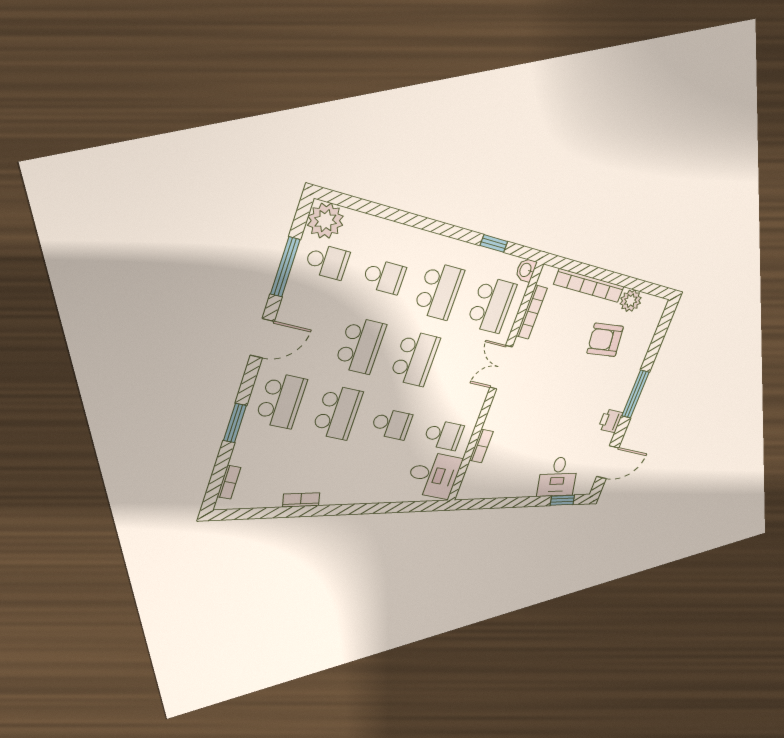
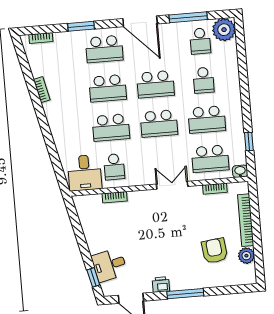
bookcase: (532, 312) -> (215, 189), width x0.64
door: (262, 338) -> (140, 21), width x1.36
school desk: (391, 424) -> (111, 128), width x1.85

